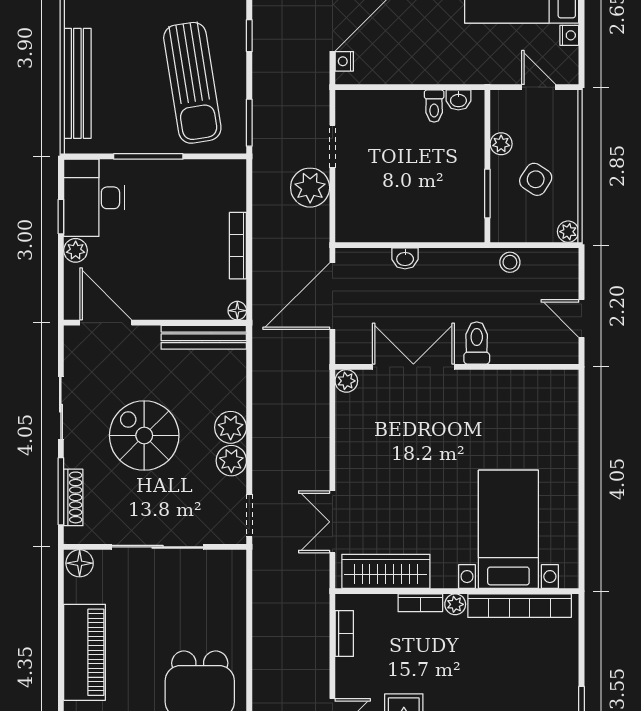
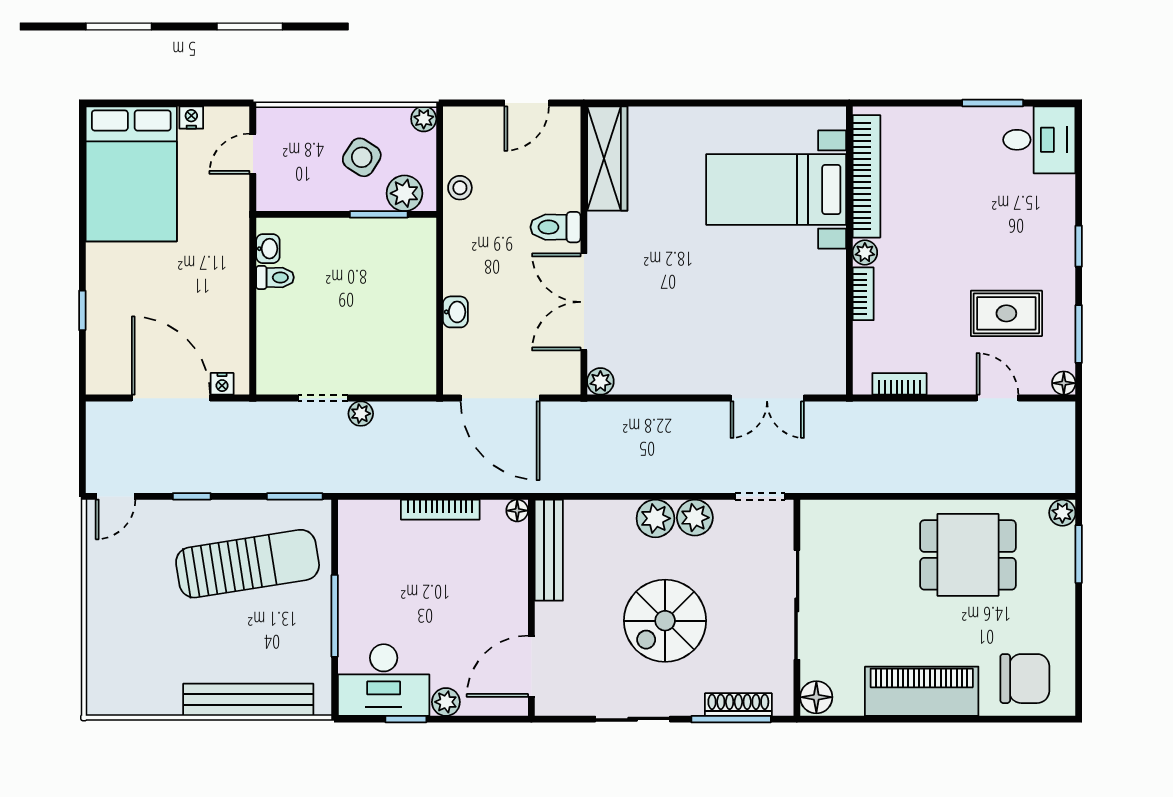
plant: (501, 144) -> (404, 193), moved, width x1.38, depth x1.38
plant: (310, 188) -> (361, 414), width x0.53, depth x0.53
wardrobe: (386, 571) -> (607, 158), moved, turned 180

